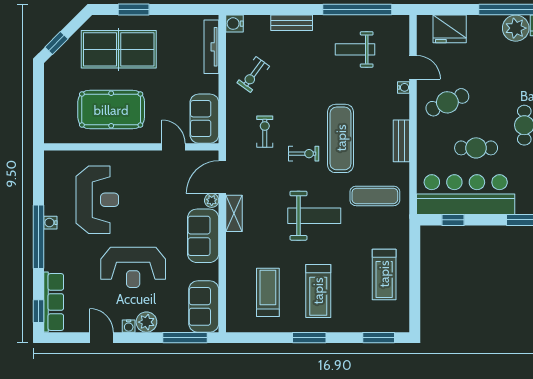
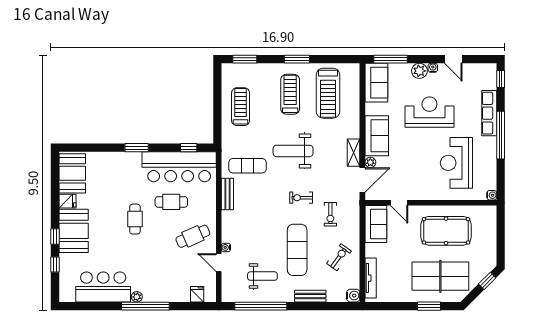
plant: (516, 28) -> (137, 297), width x0.53, depth x0.53
fridge: (450, 29) -> (197, 294), width x0.53, depth x0.75
exercise mat: (341, 138) -> (297, 250), moved
bench: (401, 141) -> (227, 194), moved
water cooler: (50, 223) -> (492, 195), moved
treadmill: (268, 292) -> (328, 93), width x1.37, depth x1.38
row of seats: (54, 302) -> (489, 113), moved

